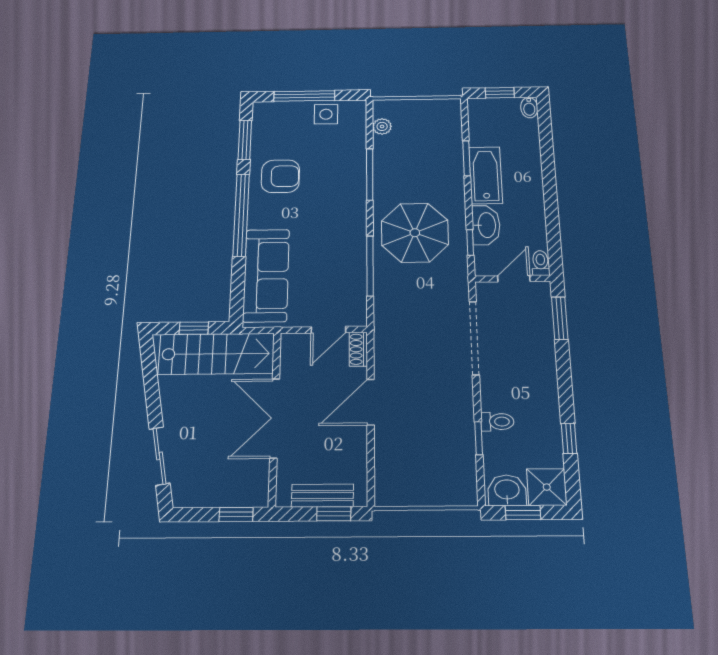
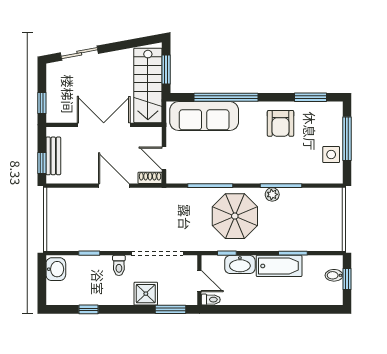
bidet: (529, 108) -> (334, 275), moved
plant: (382, 126) -> (272, 194), moved
window: (241, 215) -> (226, 97), moved
window: (194, 328) -> (166, 70), width x1.50
toilet: (497, 422) -> (119, 265), moved
shower: (547, 487) -> (146, 294), moved
window: (523, 513) -> (42, 278), removed

